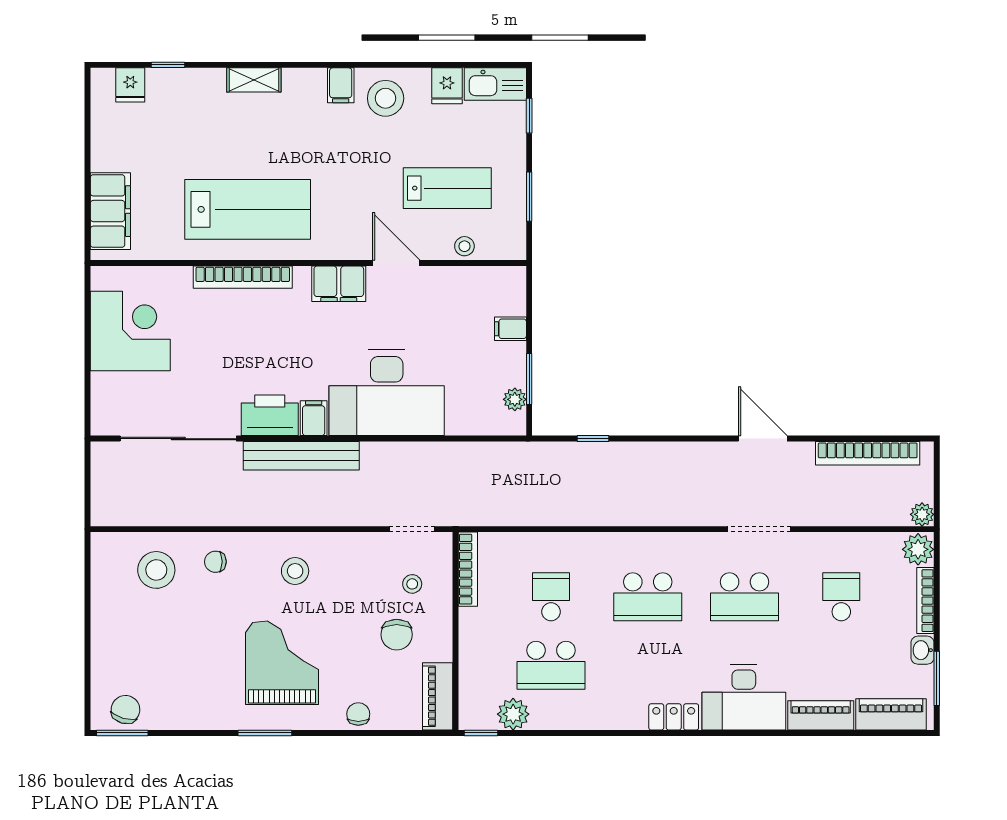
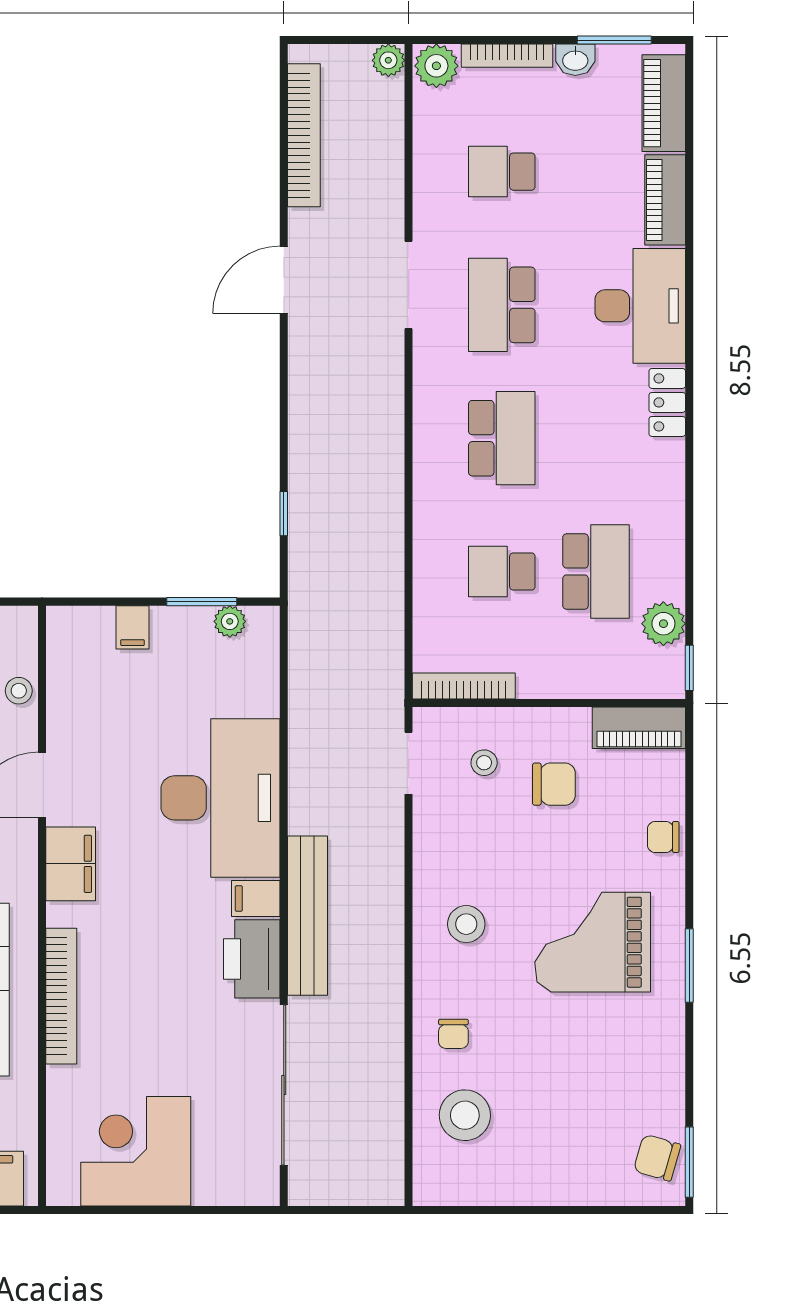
school desk: (745, 597) -> (502, 305), turned 180

